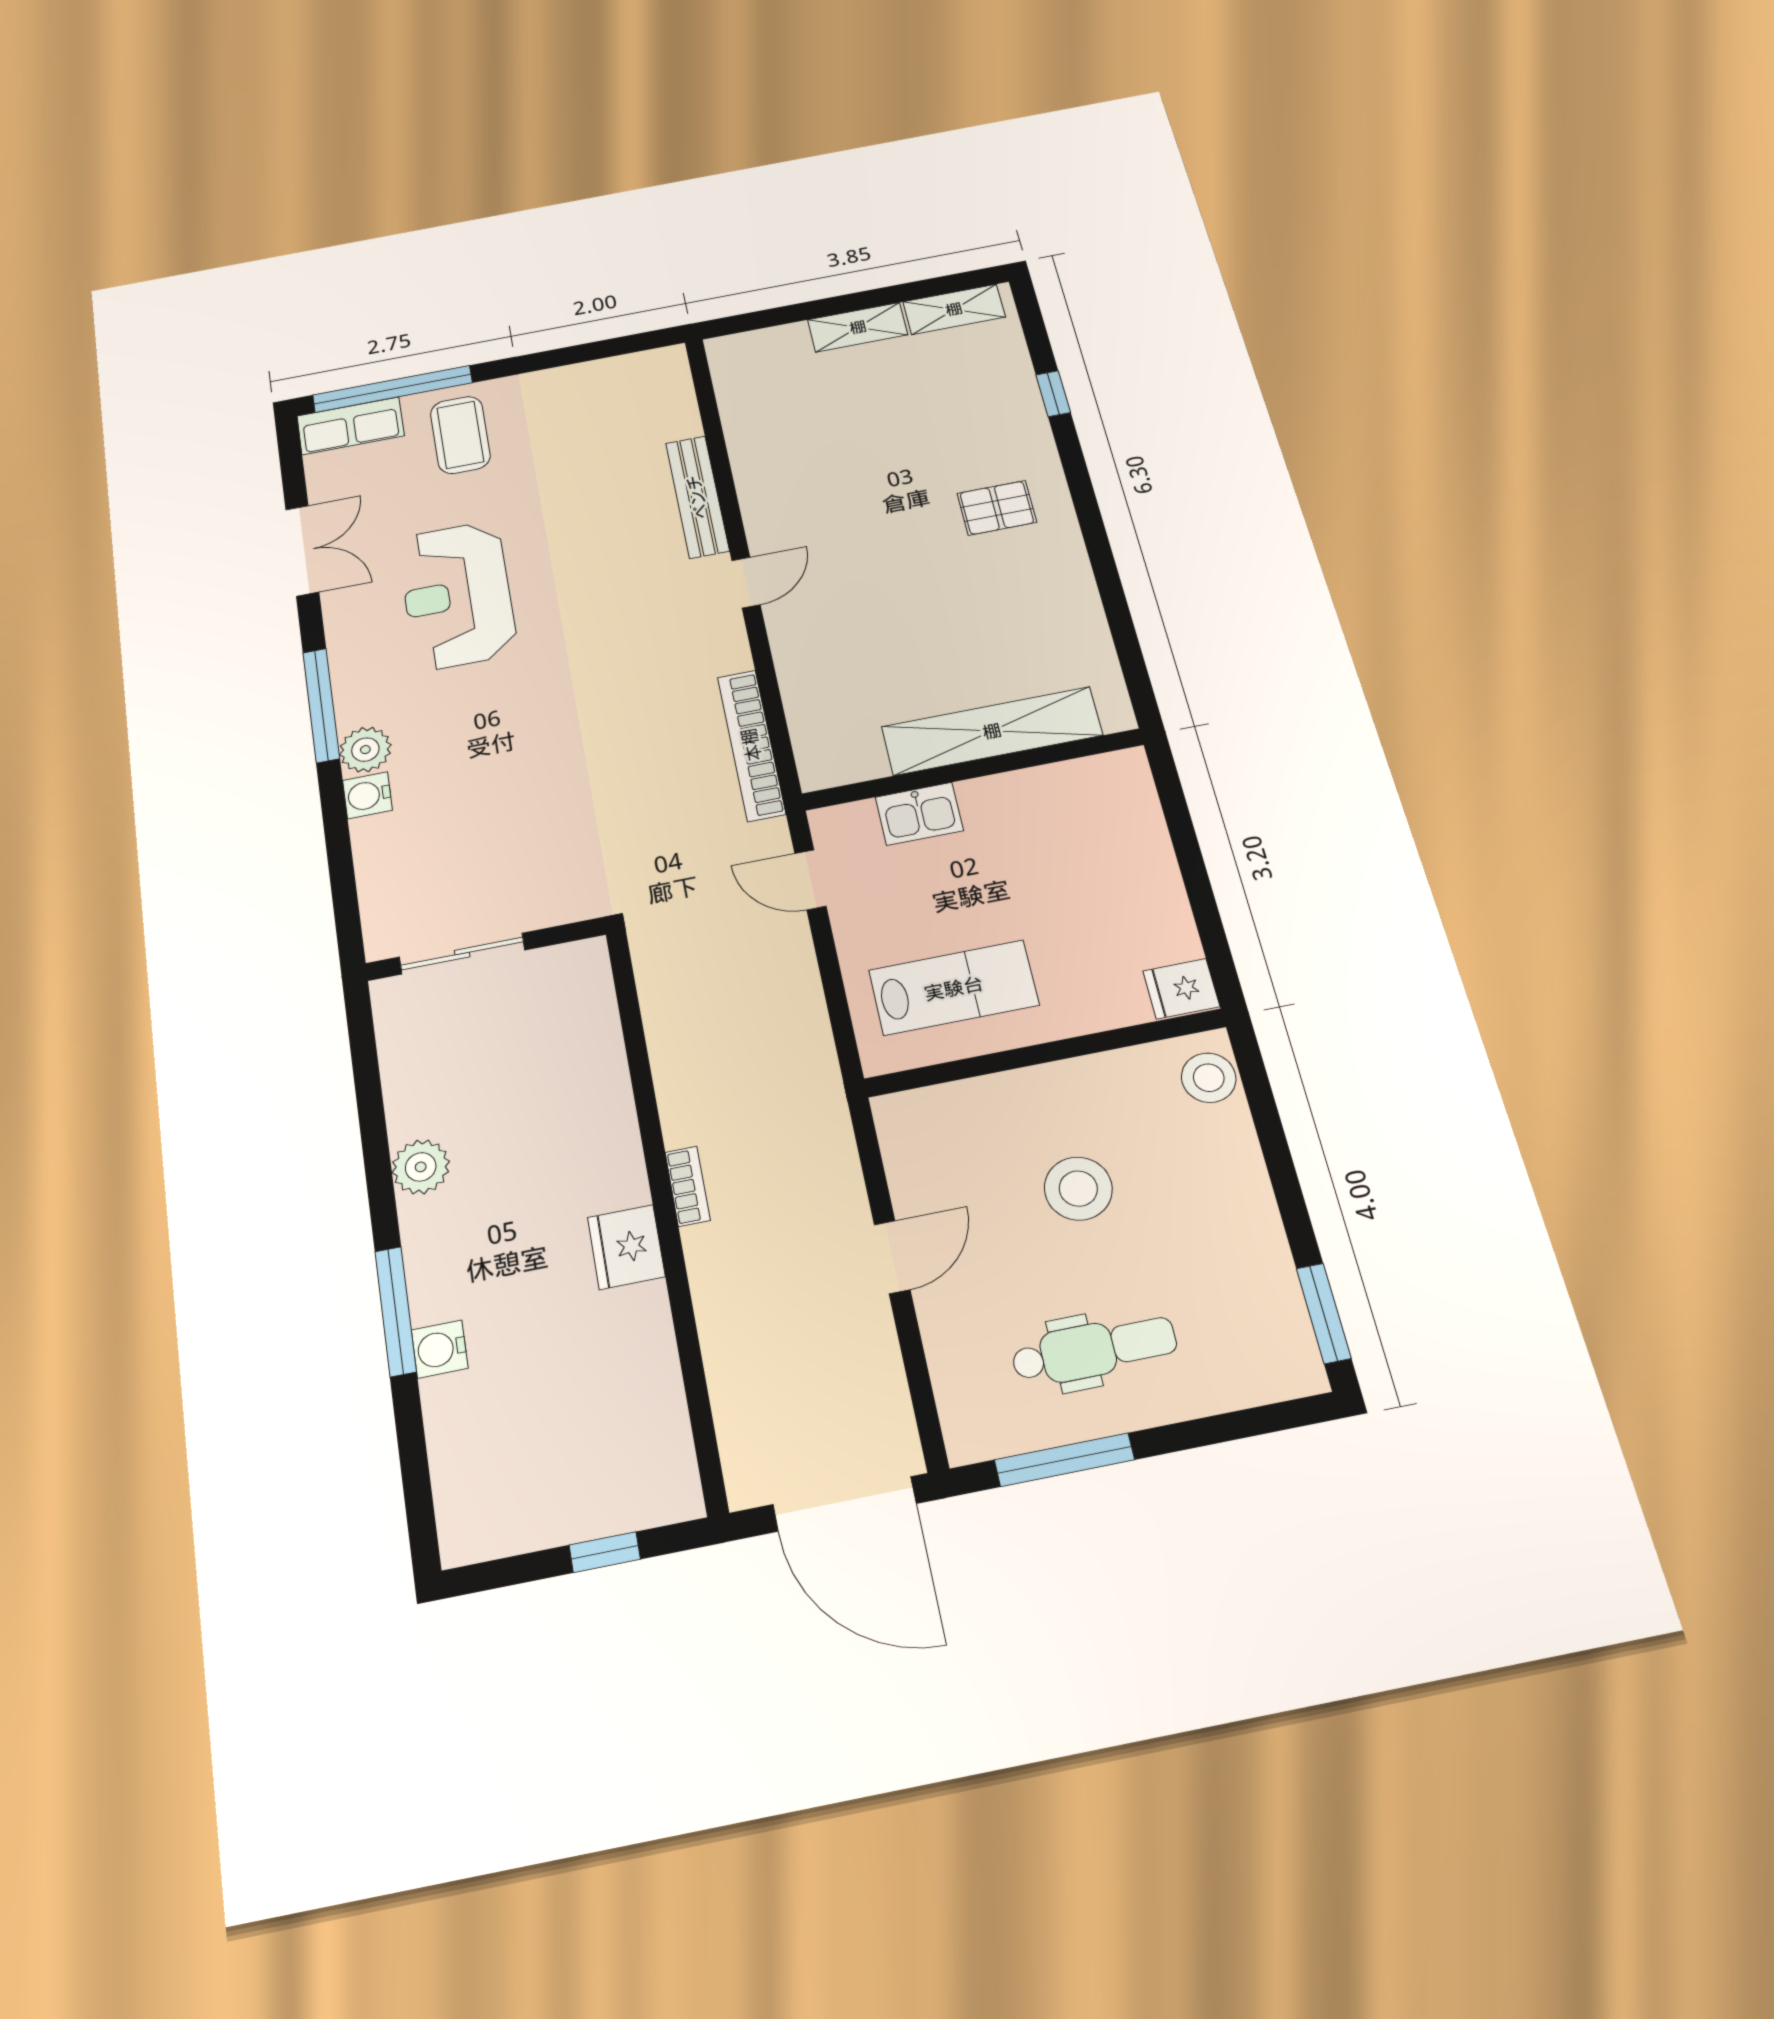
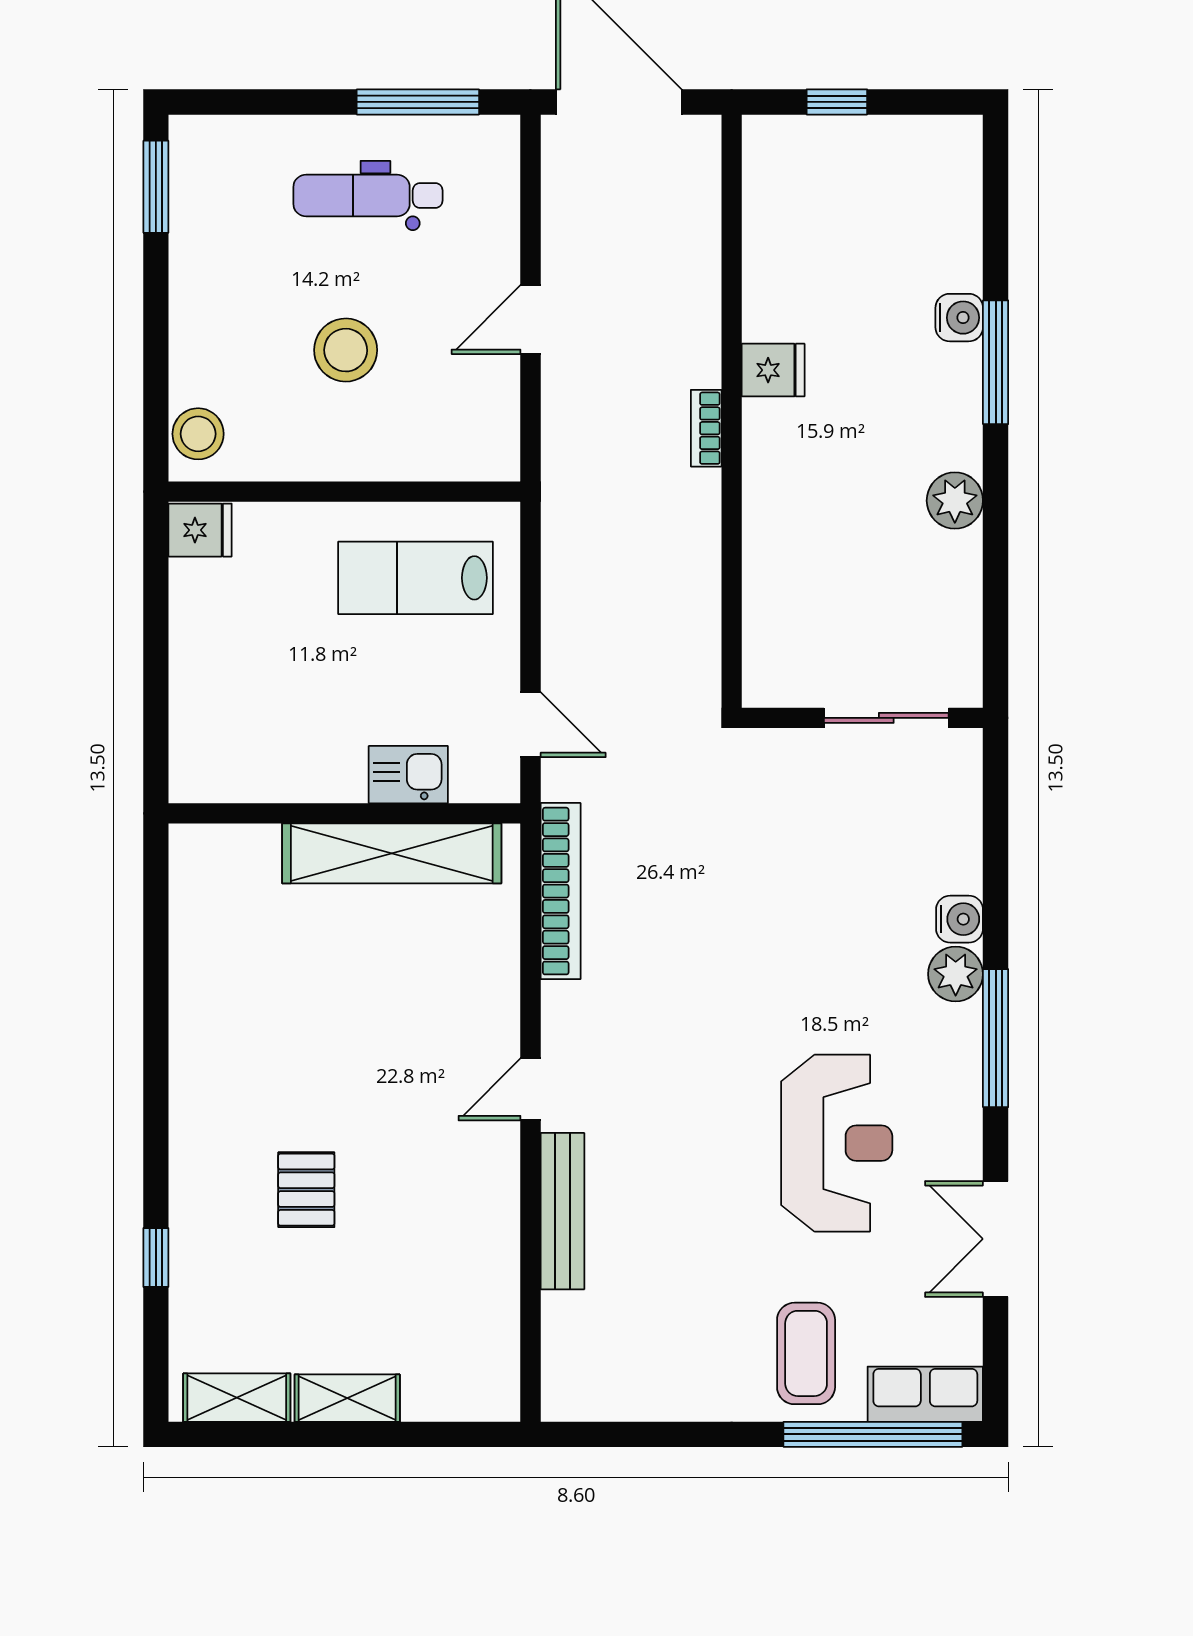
pallet: (997, 508) -> (306, 1190), moved, turned 90
shelving: (992, 731) -> (392, 853), moved
fridge: (626, 1247) -> (773, 370), width x0.72

